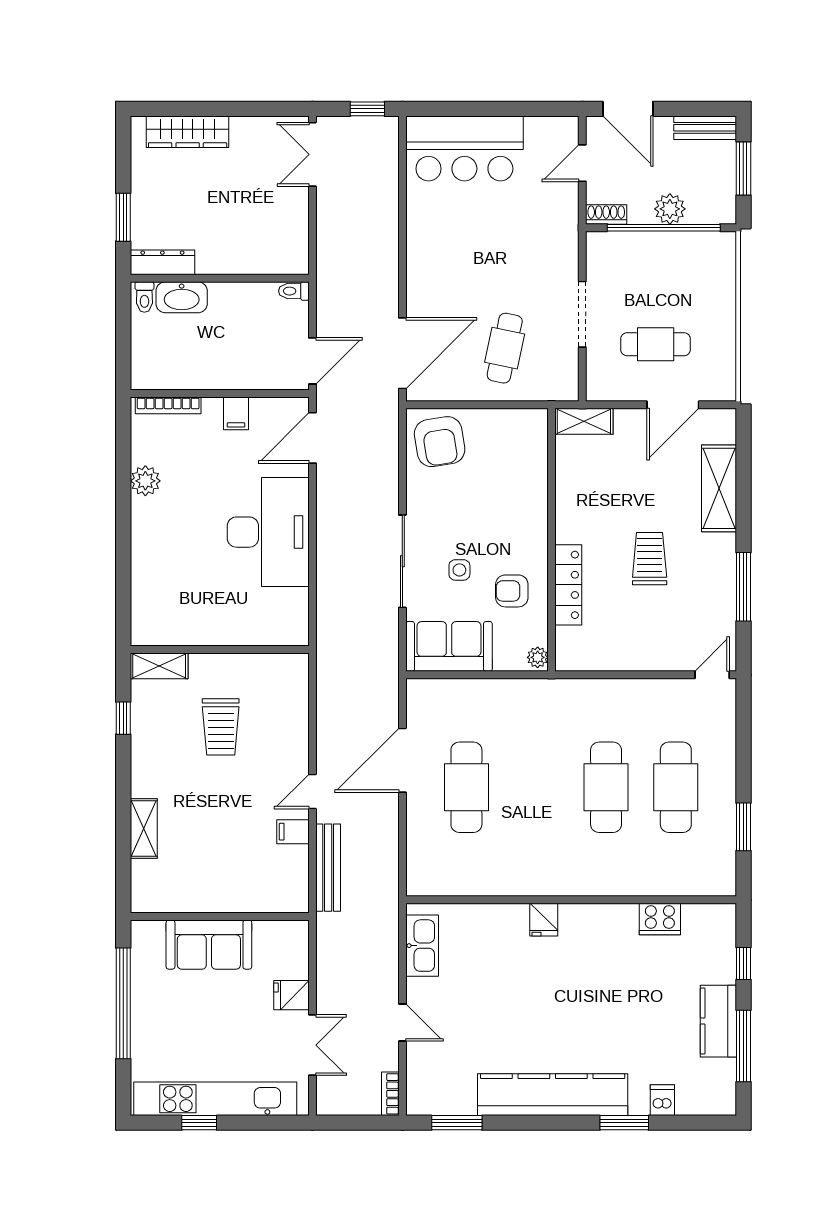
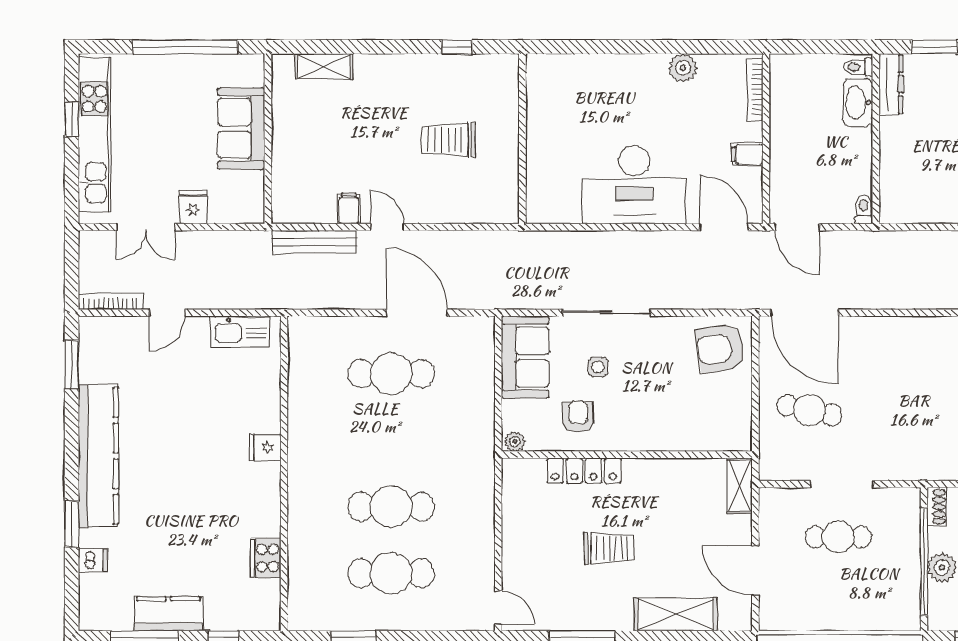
cafe table: (656, 344) -> (838, 537), moved, turned 90
shelving: (159, 666) -> (507, 81), removed
shelving: (144, 828) -> (324, 66), moved
bookcase: (390, 1094) -> (111, 301), width x1.56

